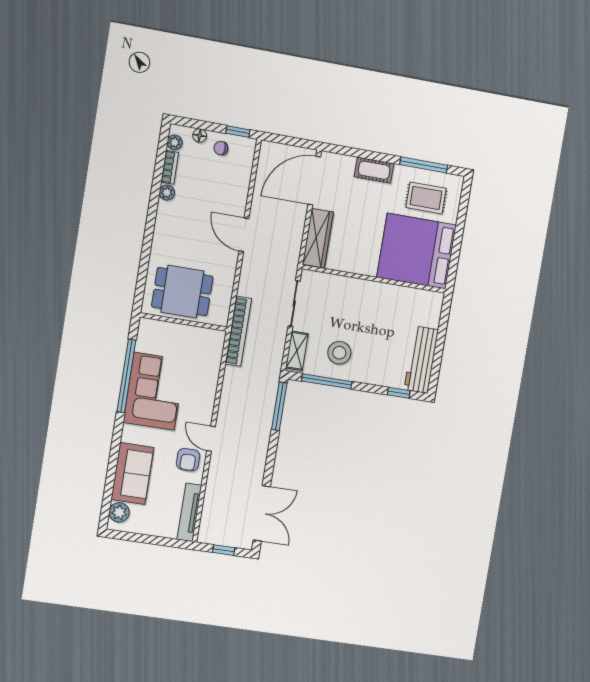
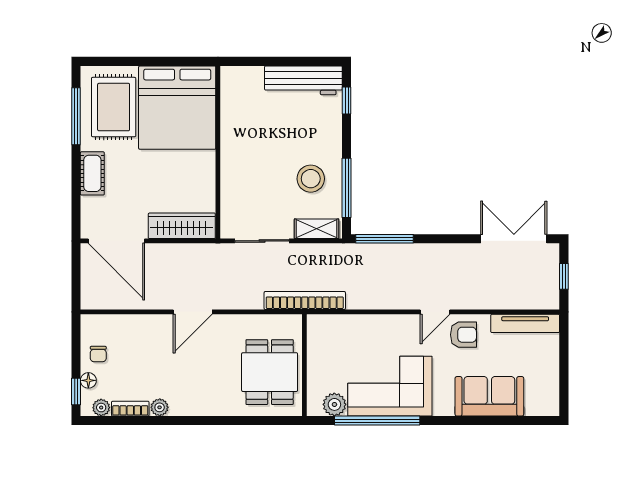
window: (238, 132) -> (76, 392), moved
rug: (426, 198) -> (114, 107), width x1.36, depth x1.43
plant: (119, 512) -> (334, 404), moved

